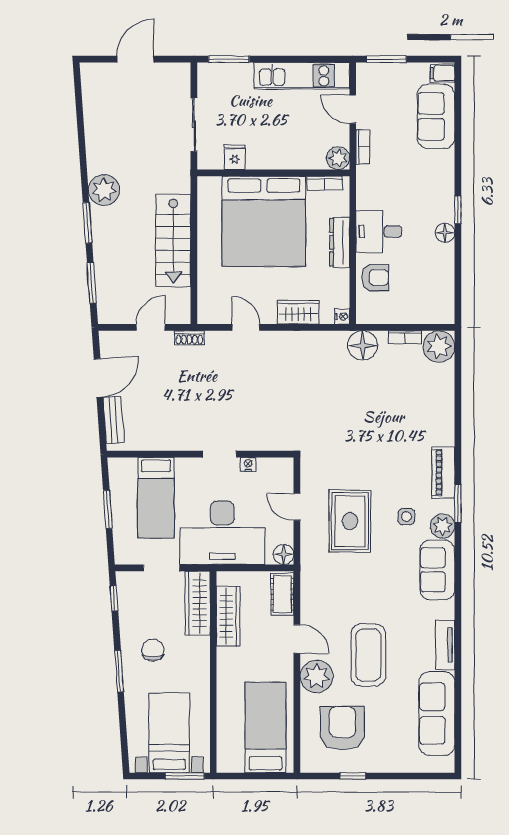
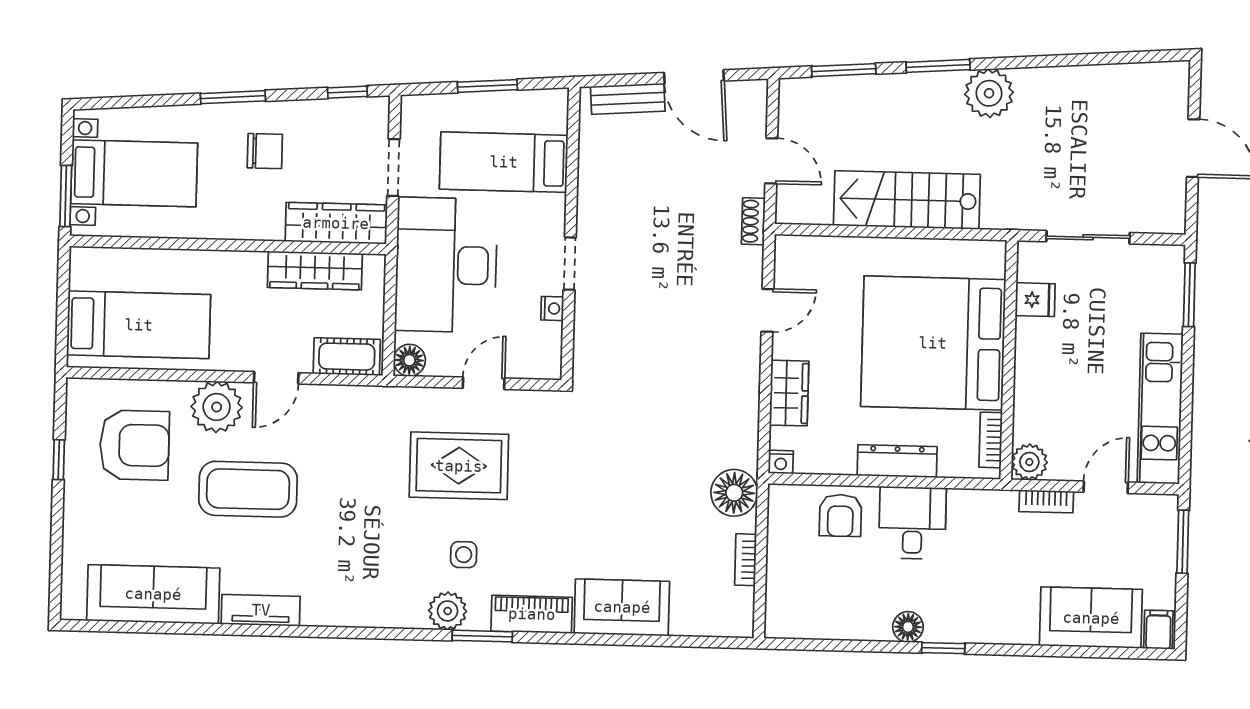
plant: (439, 346) -> (730, 613), removed
sofa: (437, 570) -> (622, 607), moved

